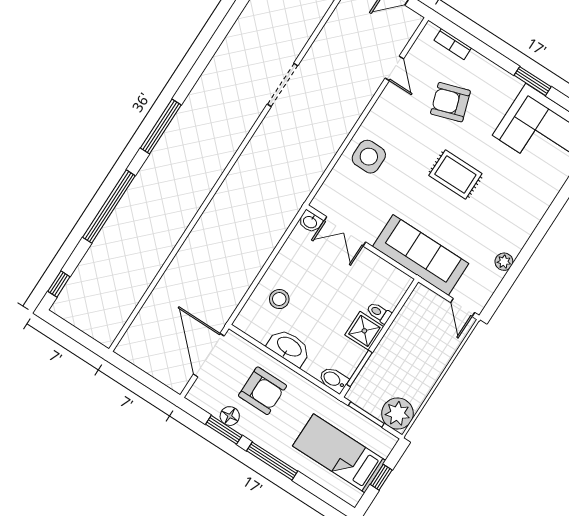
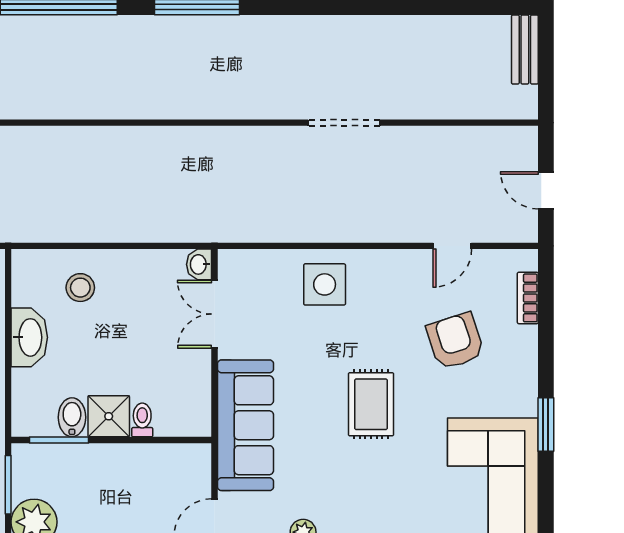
bidet: (333, 380) -> (72, 417), moved

